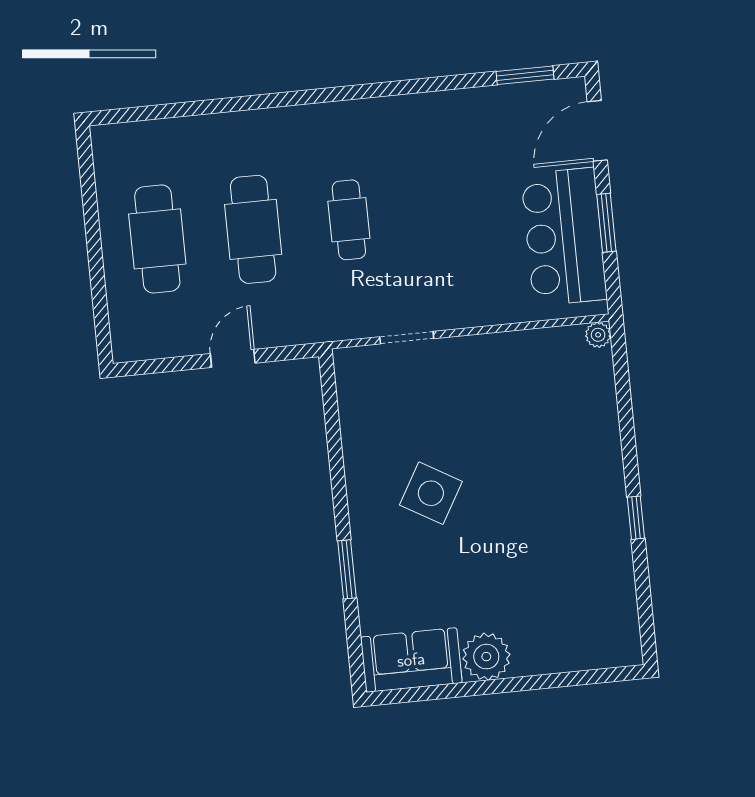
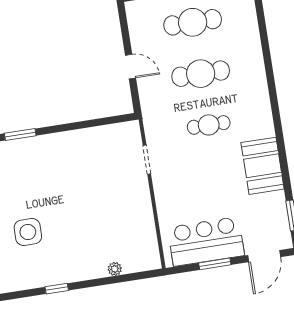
booth: (430, 124) -> (263, 166), added
door: (597, 131) -> (264, 256), swing flipped
plant: (598, 335) -> (115, 269), moved
side table: (431, 493) -> (28, 232), moved, turned -30

